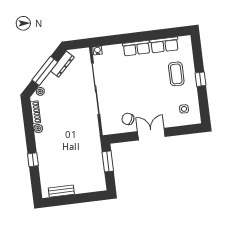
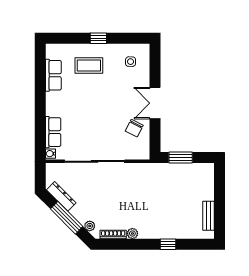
row of seats: (136, 48) -> (53, 132), moved

